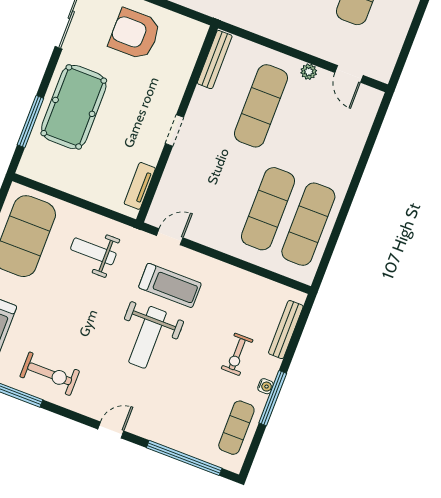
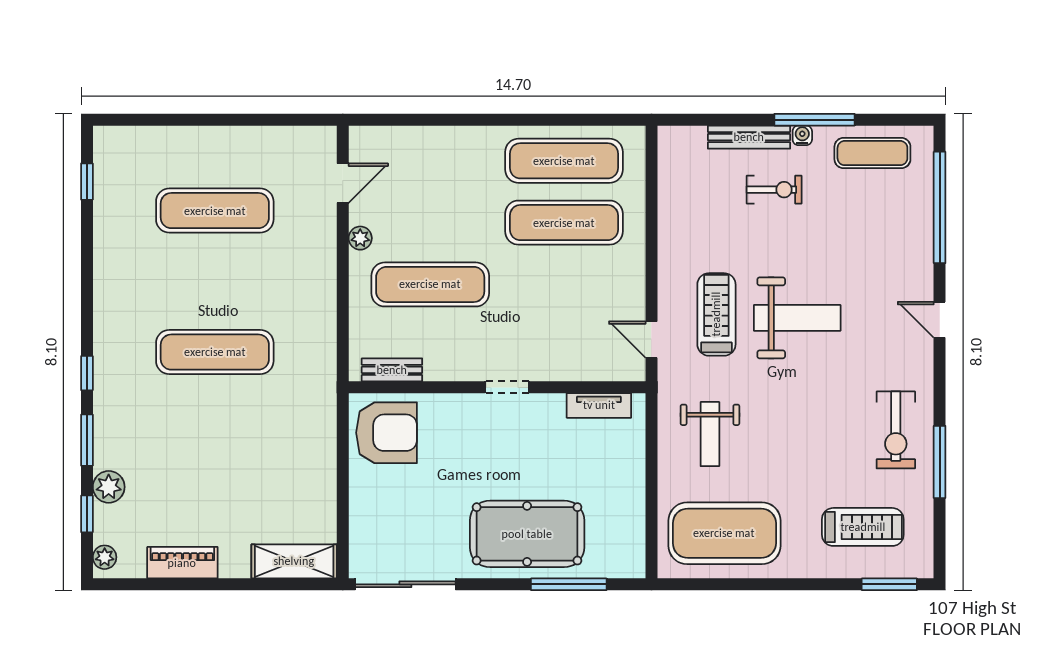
armchair: (135, 34) -> (387, 433), moved, turned -90
bench: (215, 60) -> (392, 370), width x0.73
bench: (286, 330) -> (749, 137), moved
exercise bike: (50, 374) -> (896, 430), turned 180

